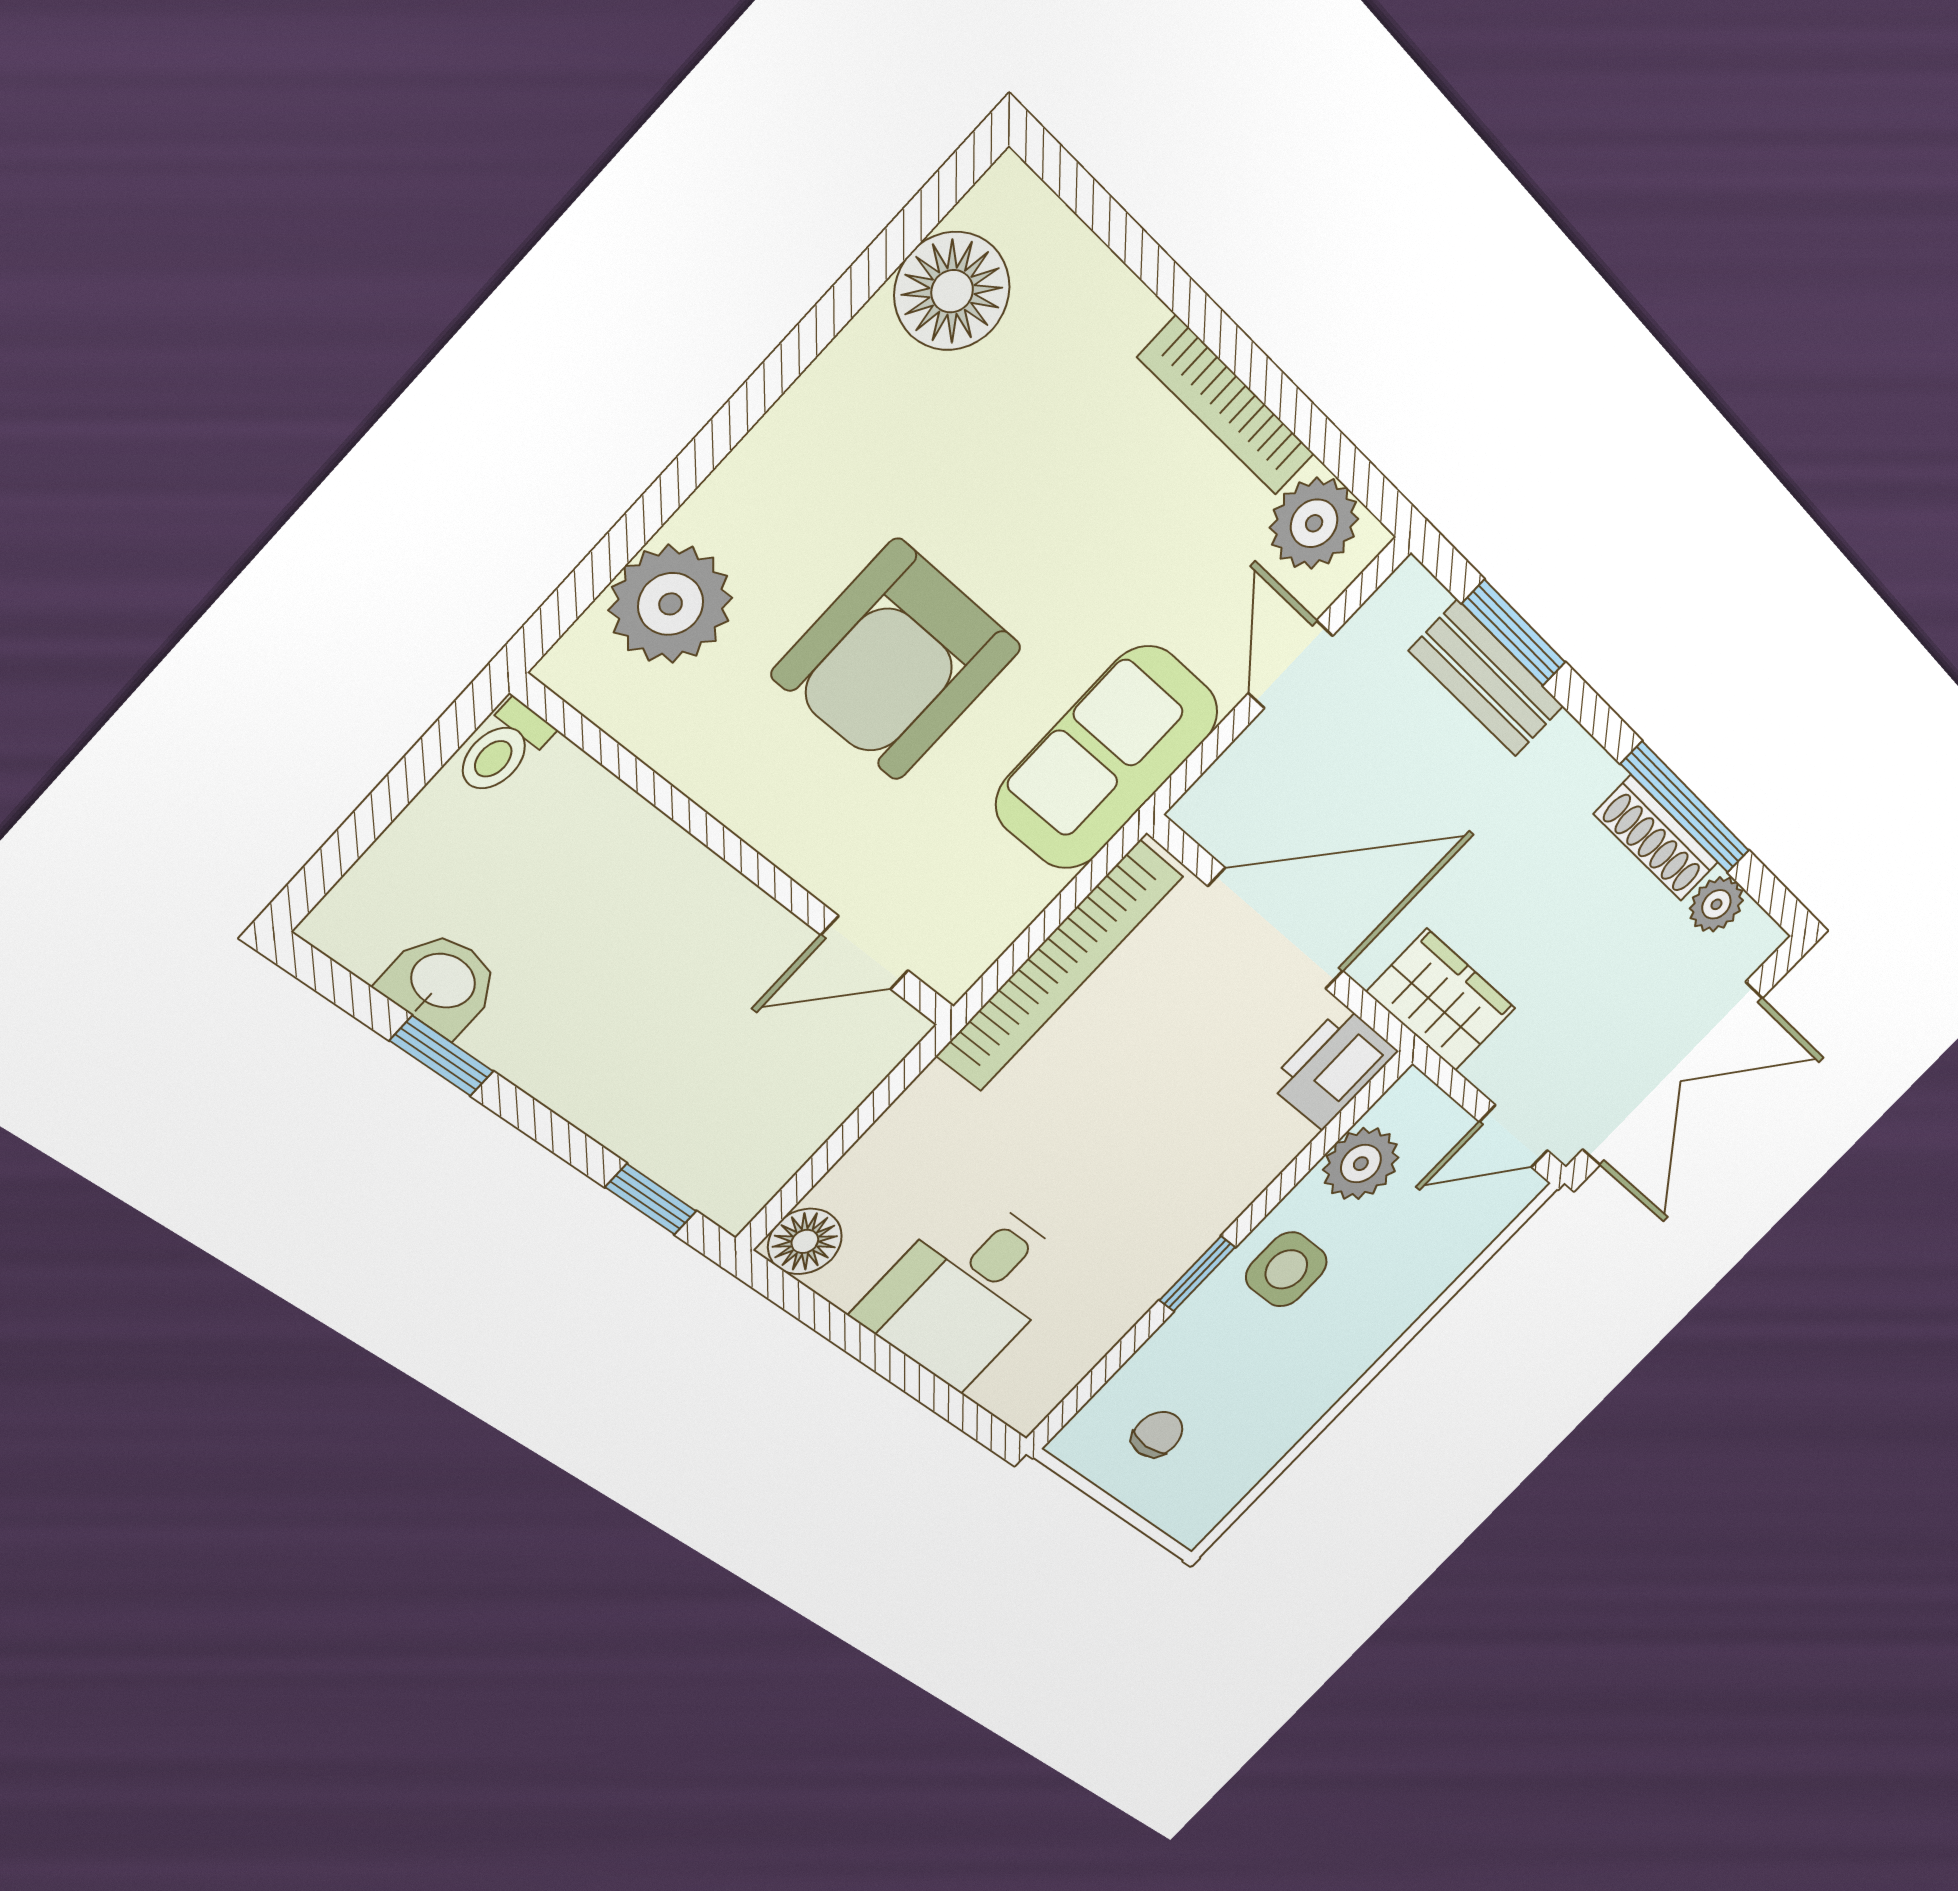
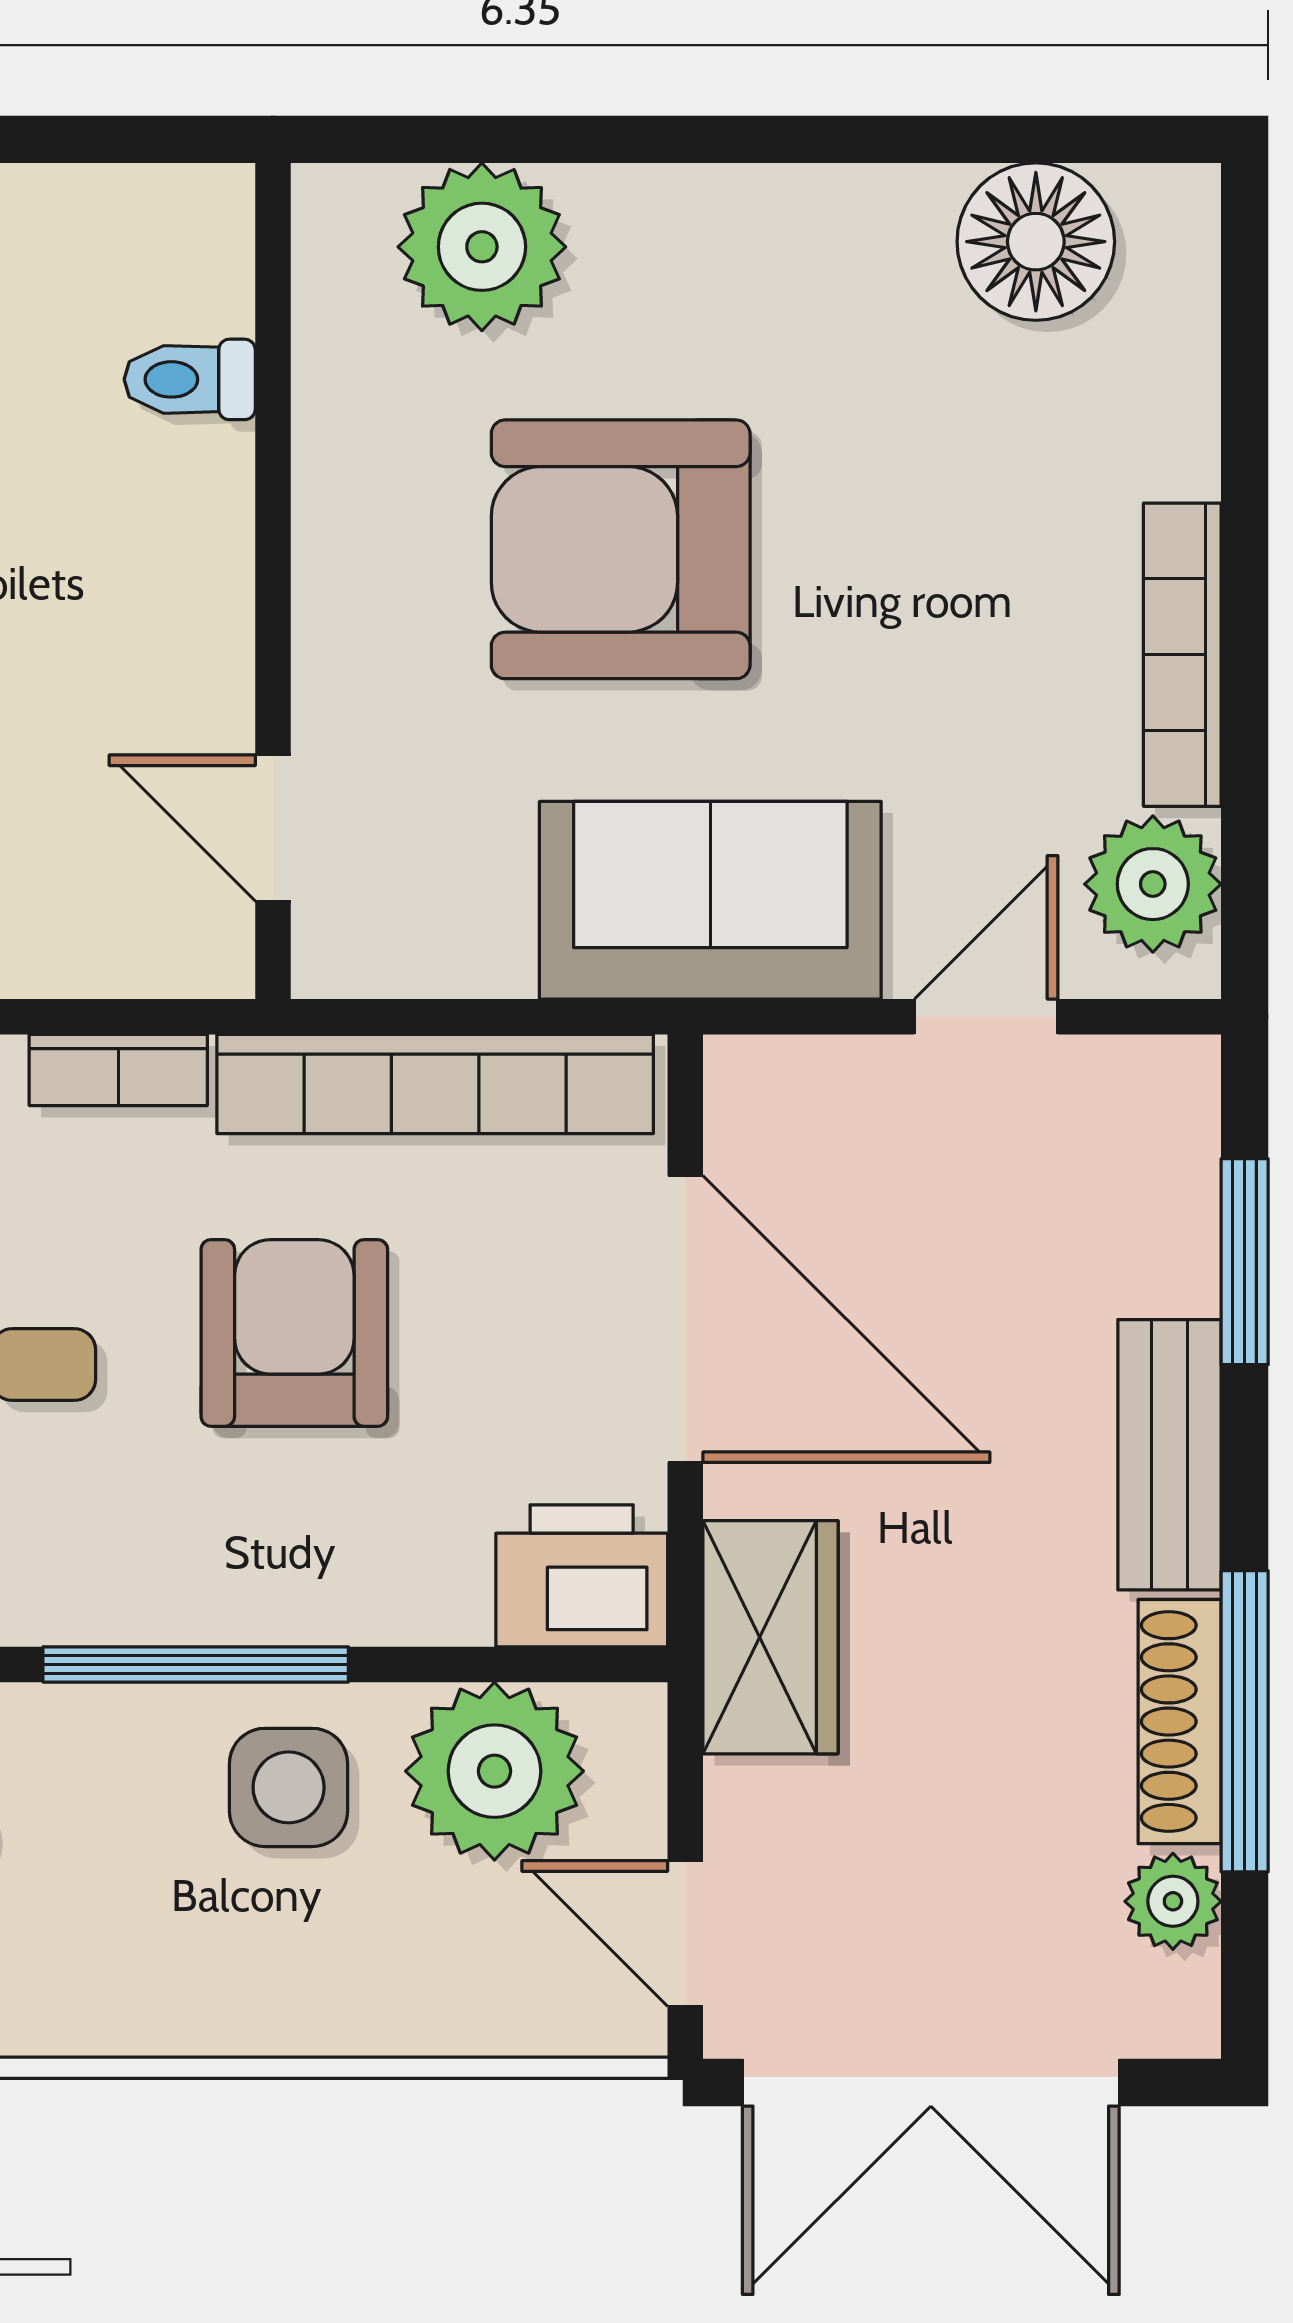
bench: (1487, 679) -> (1169, 1455), moved
toilet: (502, 749) -> (190, 379), moved
bookcase: (906, 1117) -> (118, 1070), added
armchair: (1104, 1121) -> (294, 1333), added
plant: (1361, 1164) -> (494, 1771), width x1.36, depth x1.36
window: (1197, 1274) -> (196, 1664), width x2.17

